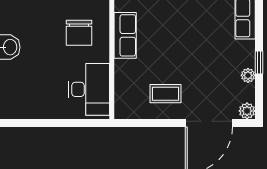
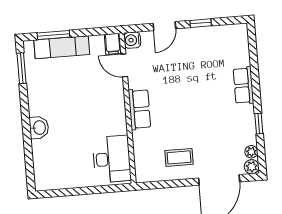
chair: (79, 33) -> (99, 110), removed
plant: (248, 75) -> (251, 152), moved

